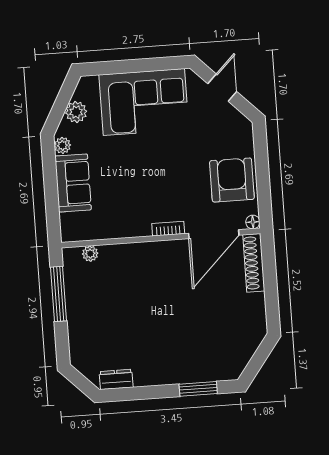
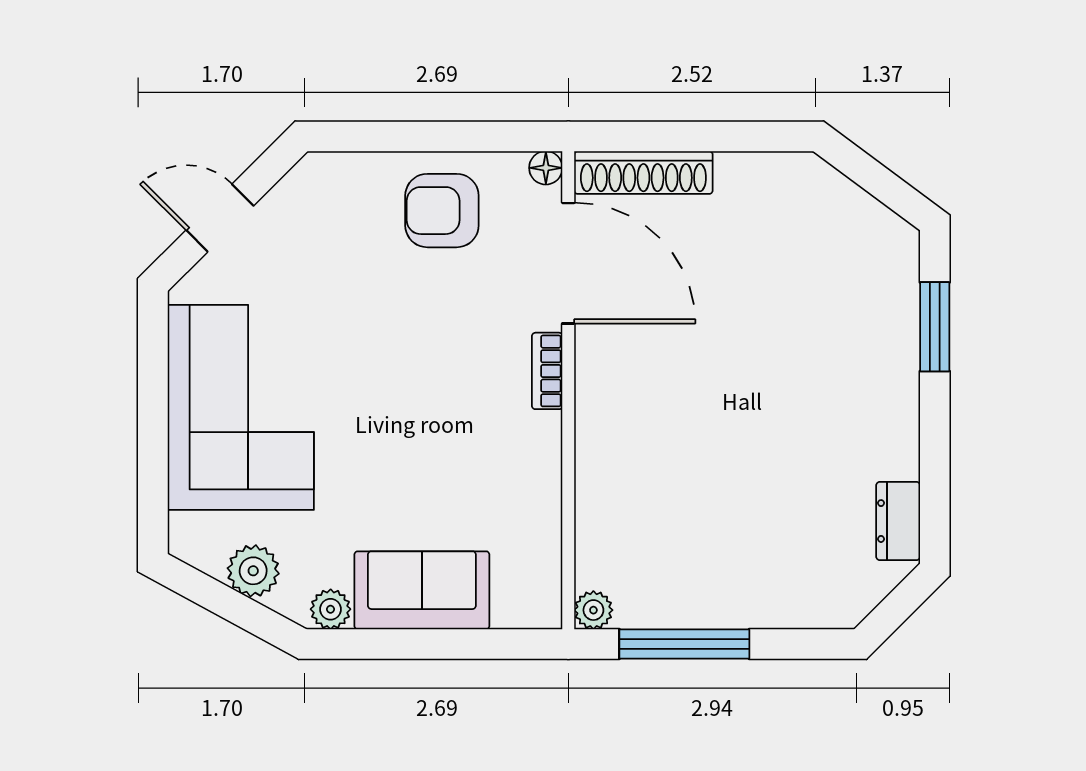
armchair: (232, 180) -> (442, 211), width x0.73, depth x0.73
plant: (90, 254) -> (593, 610), moved

